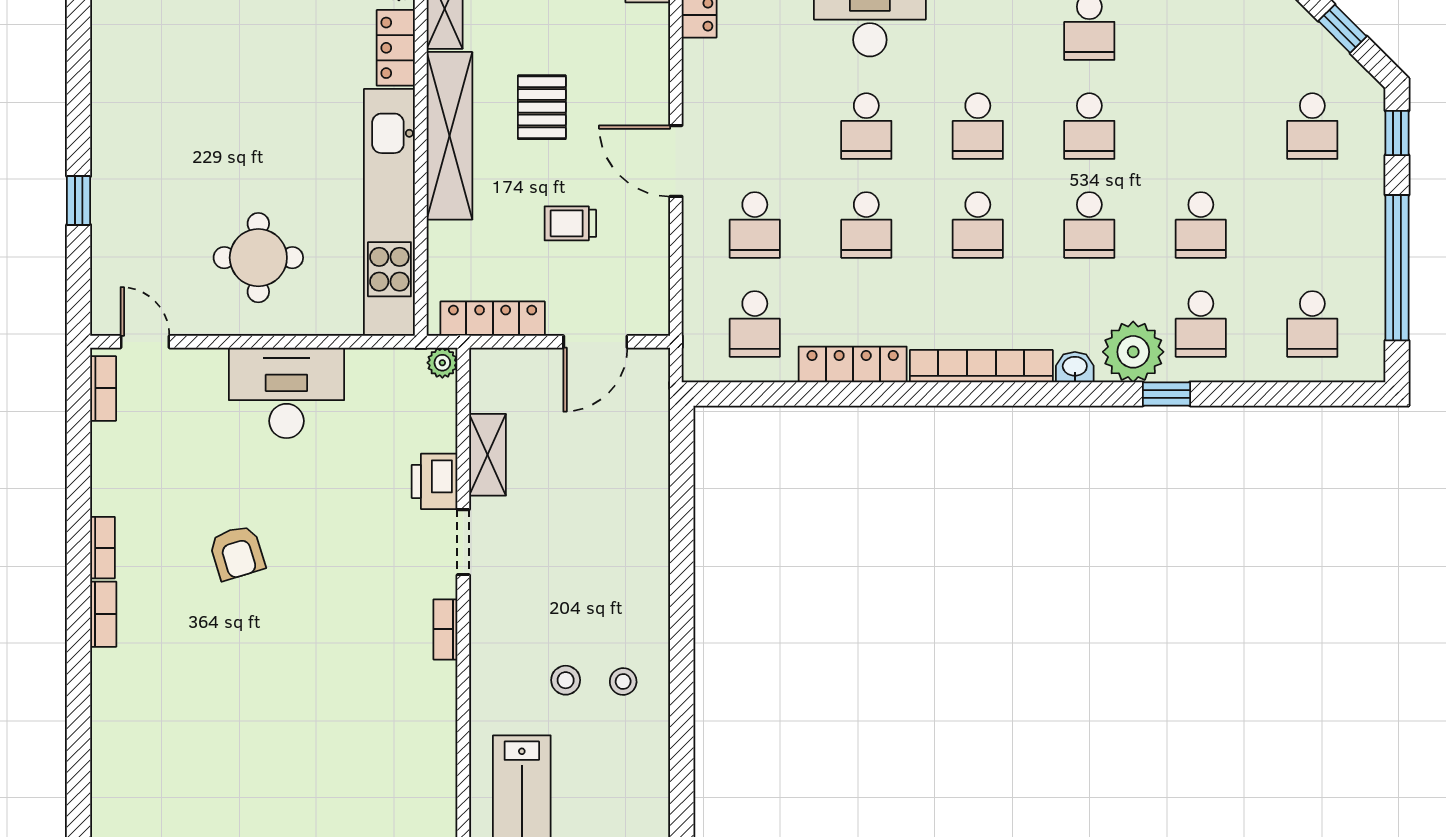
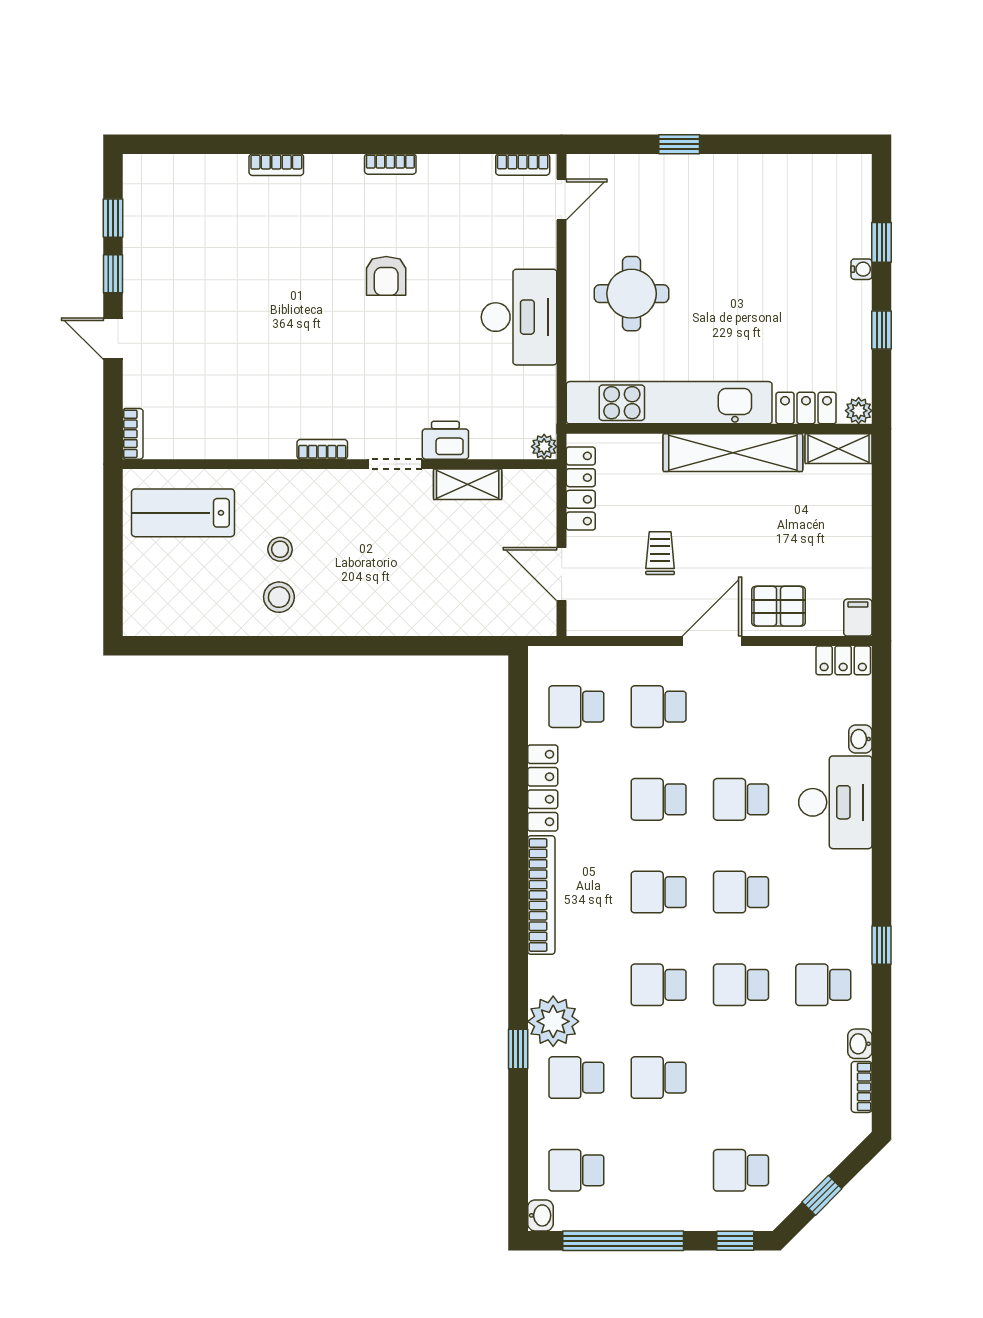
pallet: (542, 107) -> (778, 606), moved
washbasin: (1075, 367) -> (540, 1215), moved
armchair: (237, 553) -> (386, 276), turned -73
bookcase: (103, 614) -> (276, 165), moved
stool: (623, 681) -> (279, 597), width x1.37, depth x1.37

